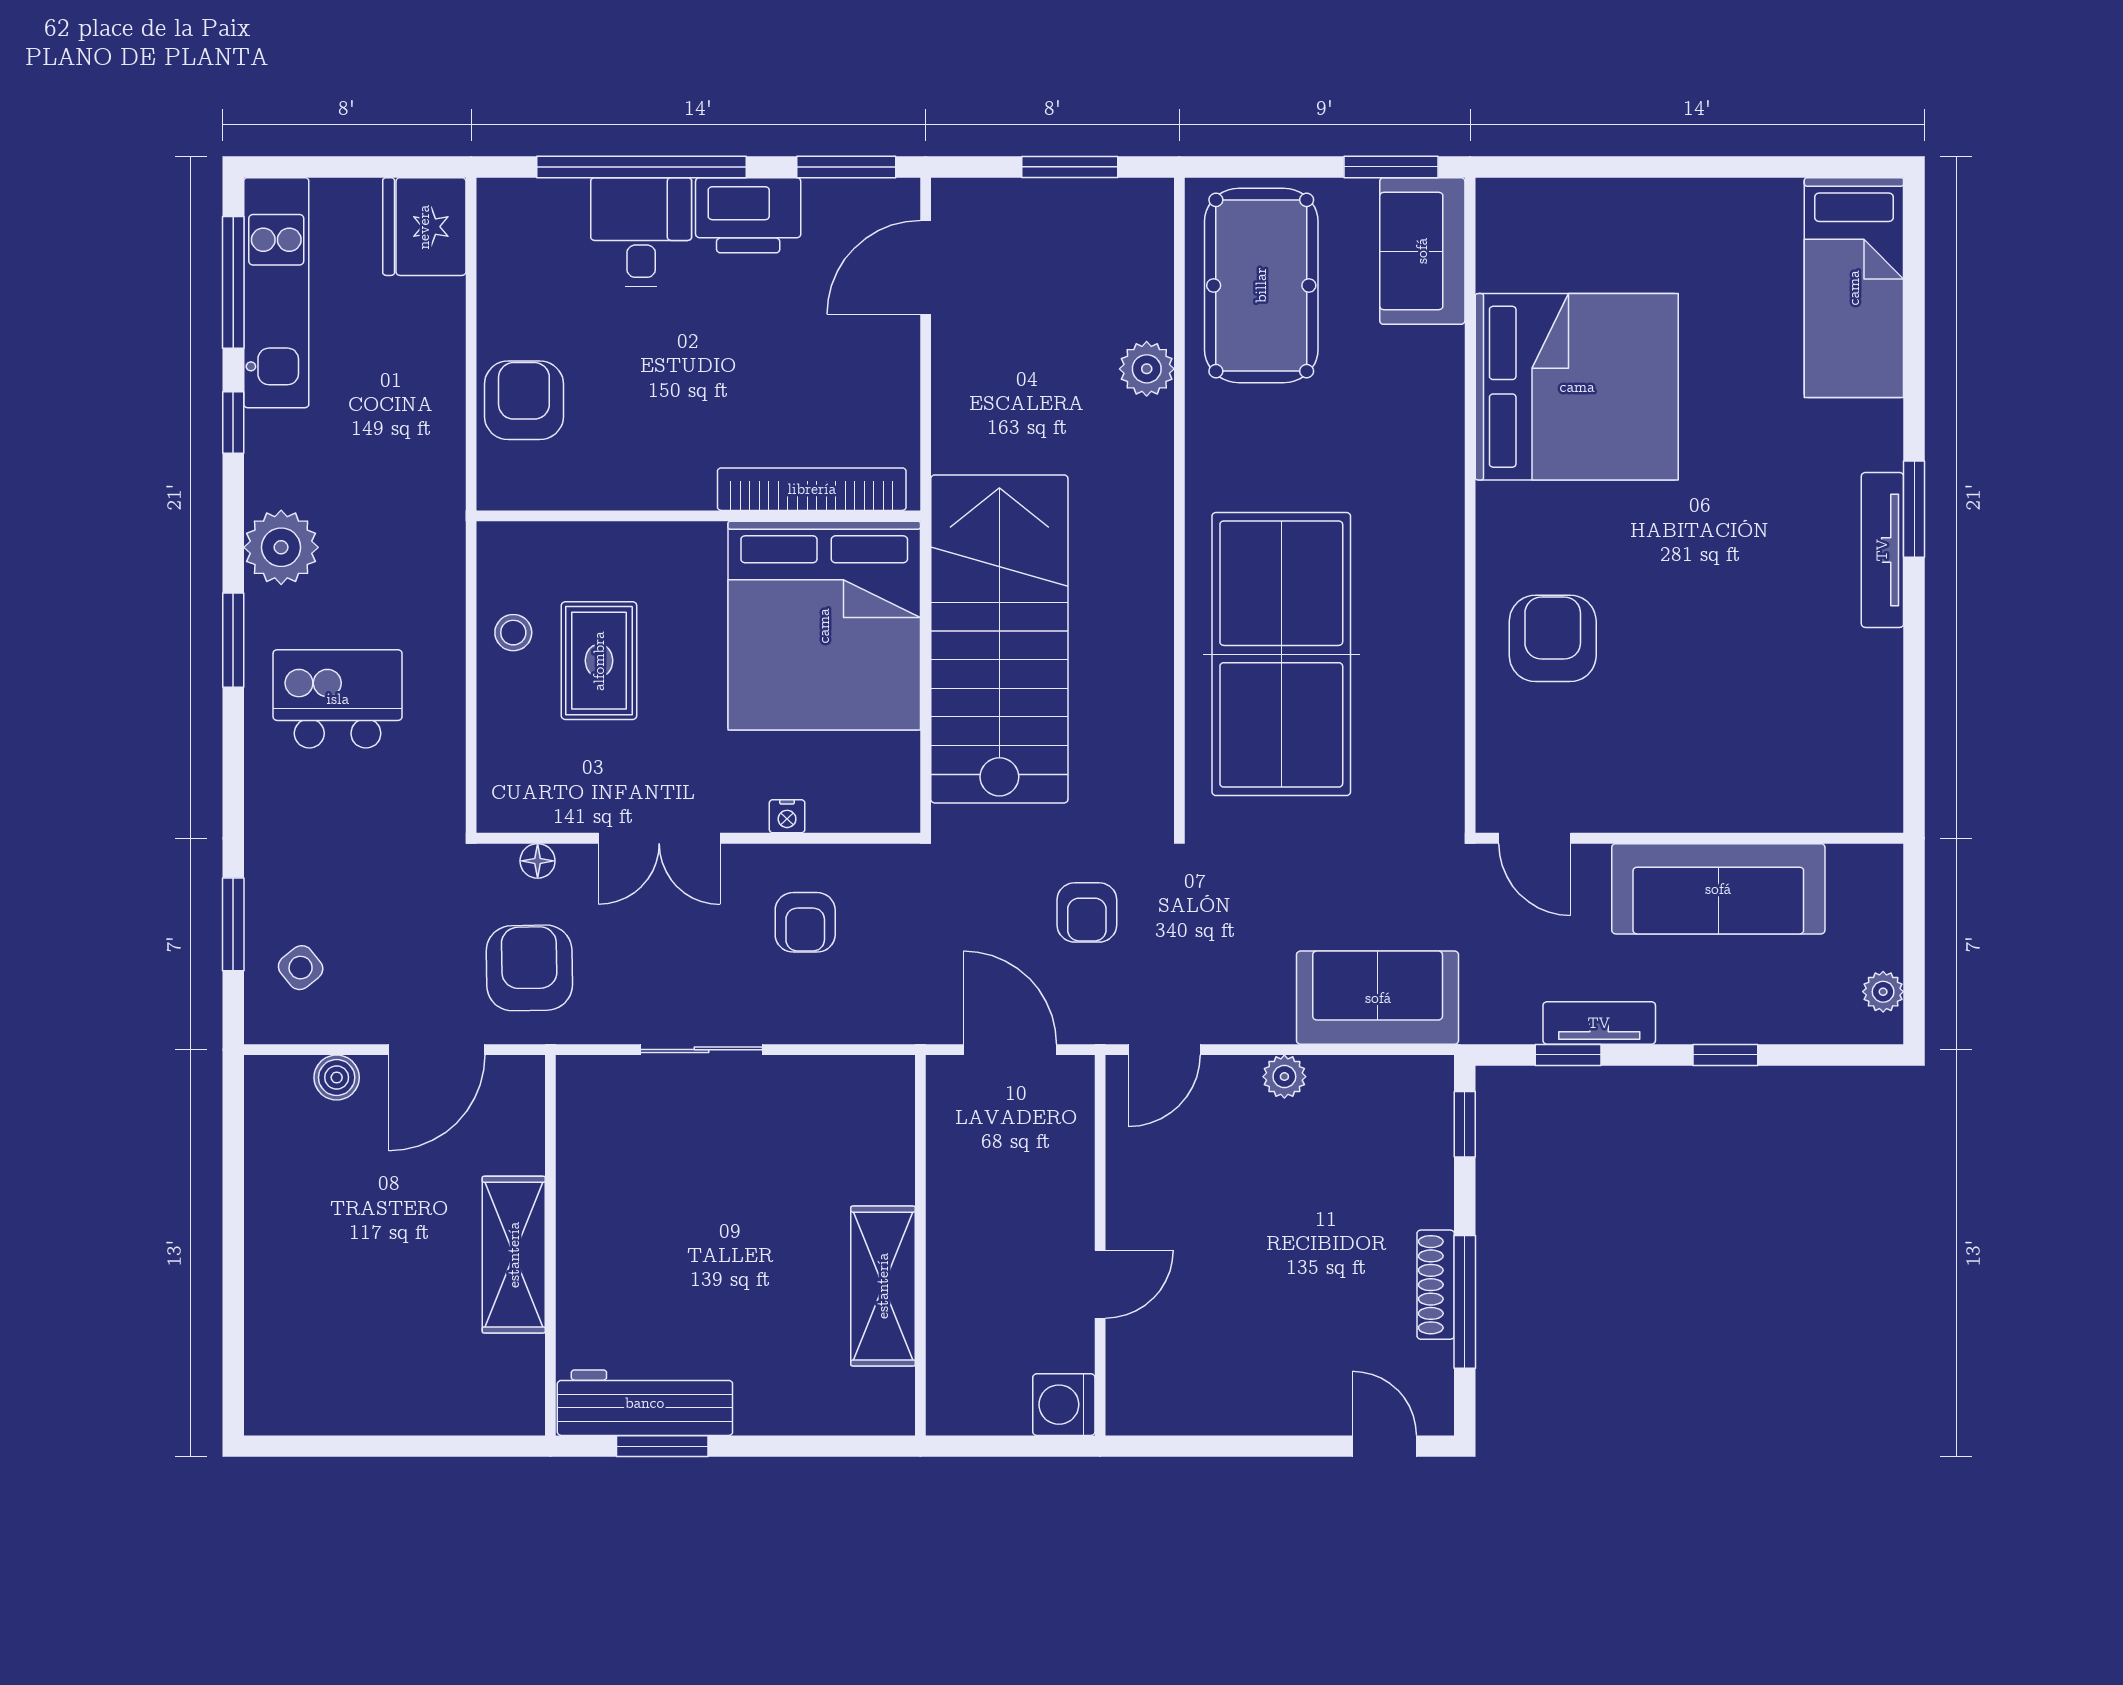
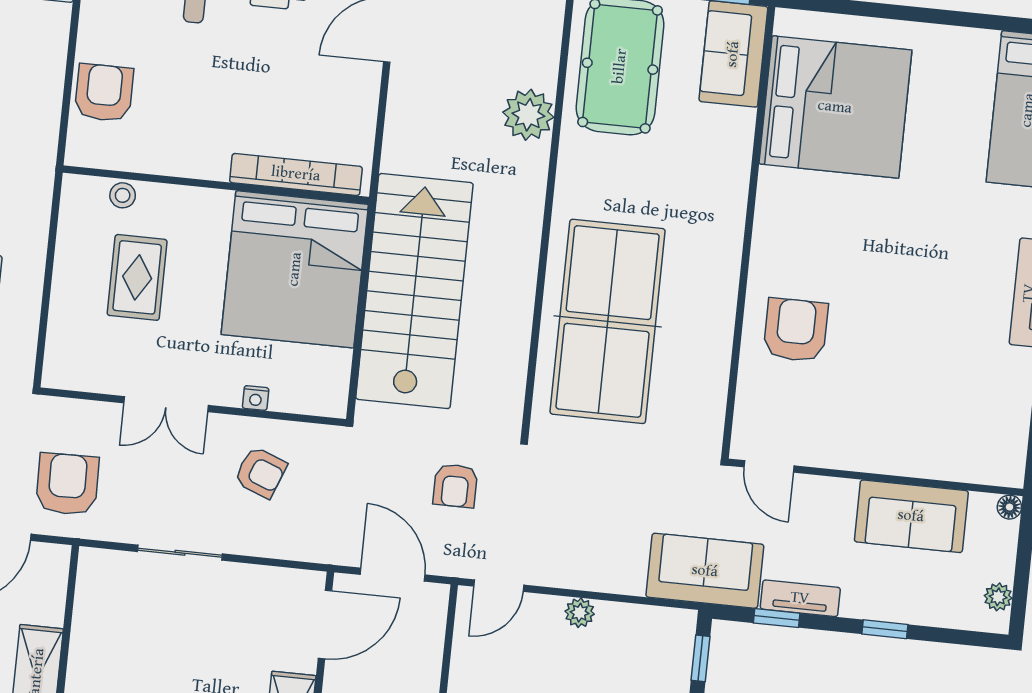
plant: (1147, 369) -> (528, 115), width x1.36, depth x1.36
bed: (1577, 387) -> (835, 107), moved
stool: (513, 633) -> (123, 195), moved
floor lamp: (538, 861) -> (1009, 507), moved
sofa: (1718, 889) -> (911, 516), width x0.73
armchair: (805, 922) -> (261, 472), turned -69
sofa: (1378, 998) -> (705, 571), moved
door: (920, 1131) -> (325, 624), added

